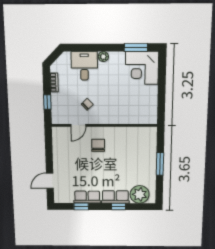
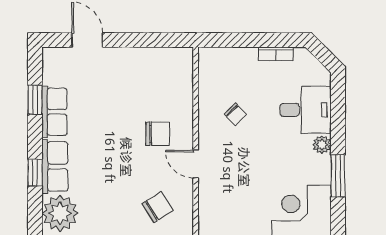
window: (136, 47) -> (338, 176), moved
window: (47, 102) -> (240, 40), removed
door: (78, 125) -> (196, 164), moved
chair: (137, 145) -> (158, 207), added

